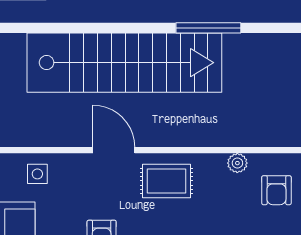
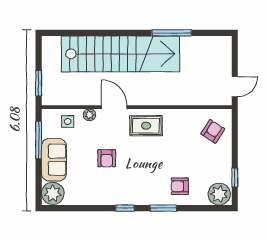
plant: (237, 163) -> (89, 115), moved
armchair: (276, 190) -> (213, 131), turned -147

